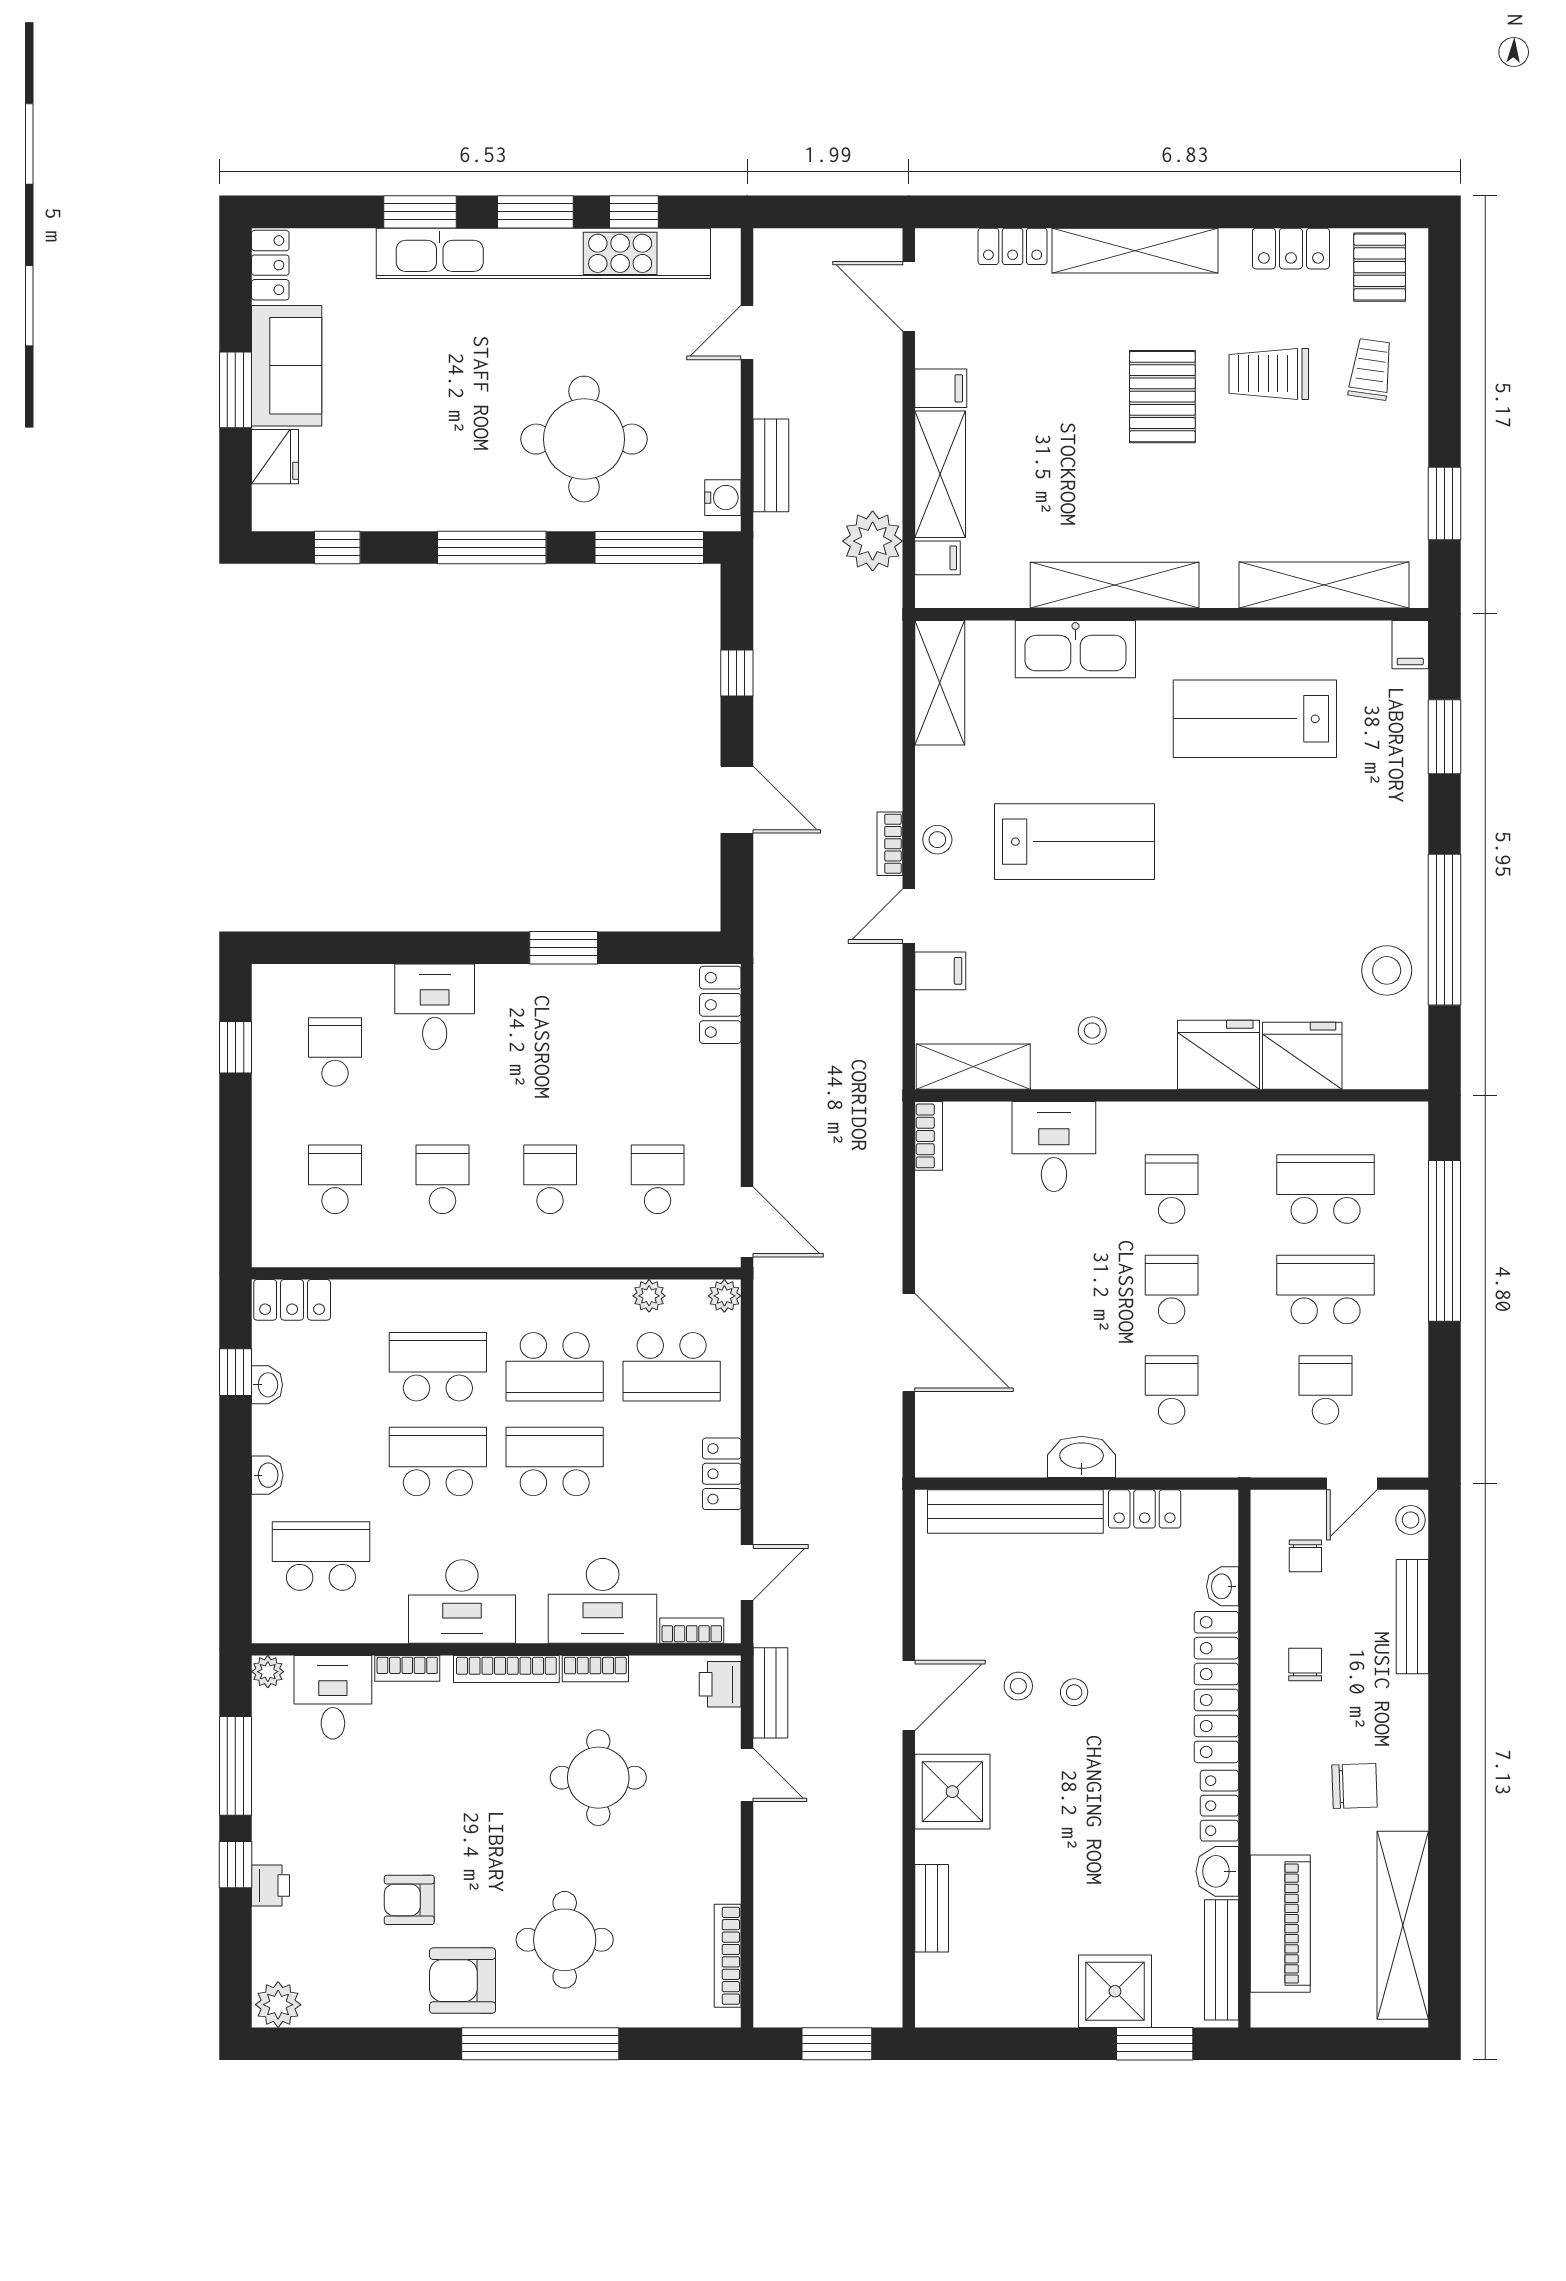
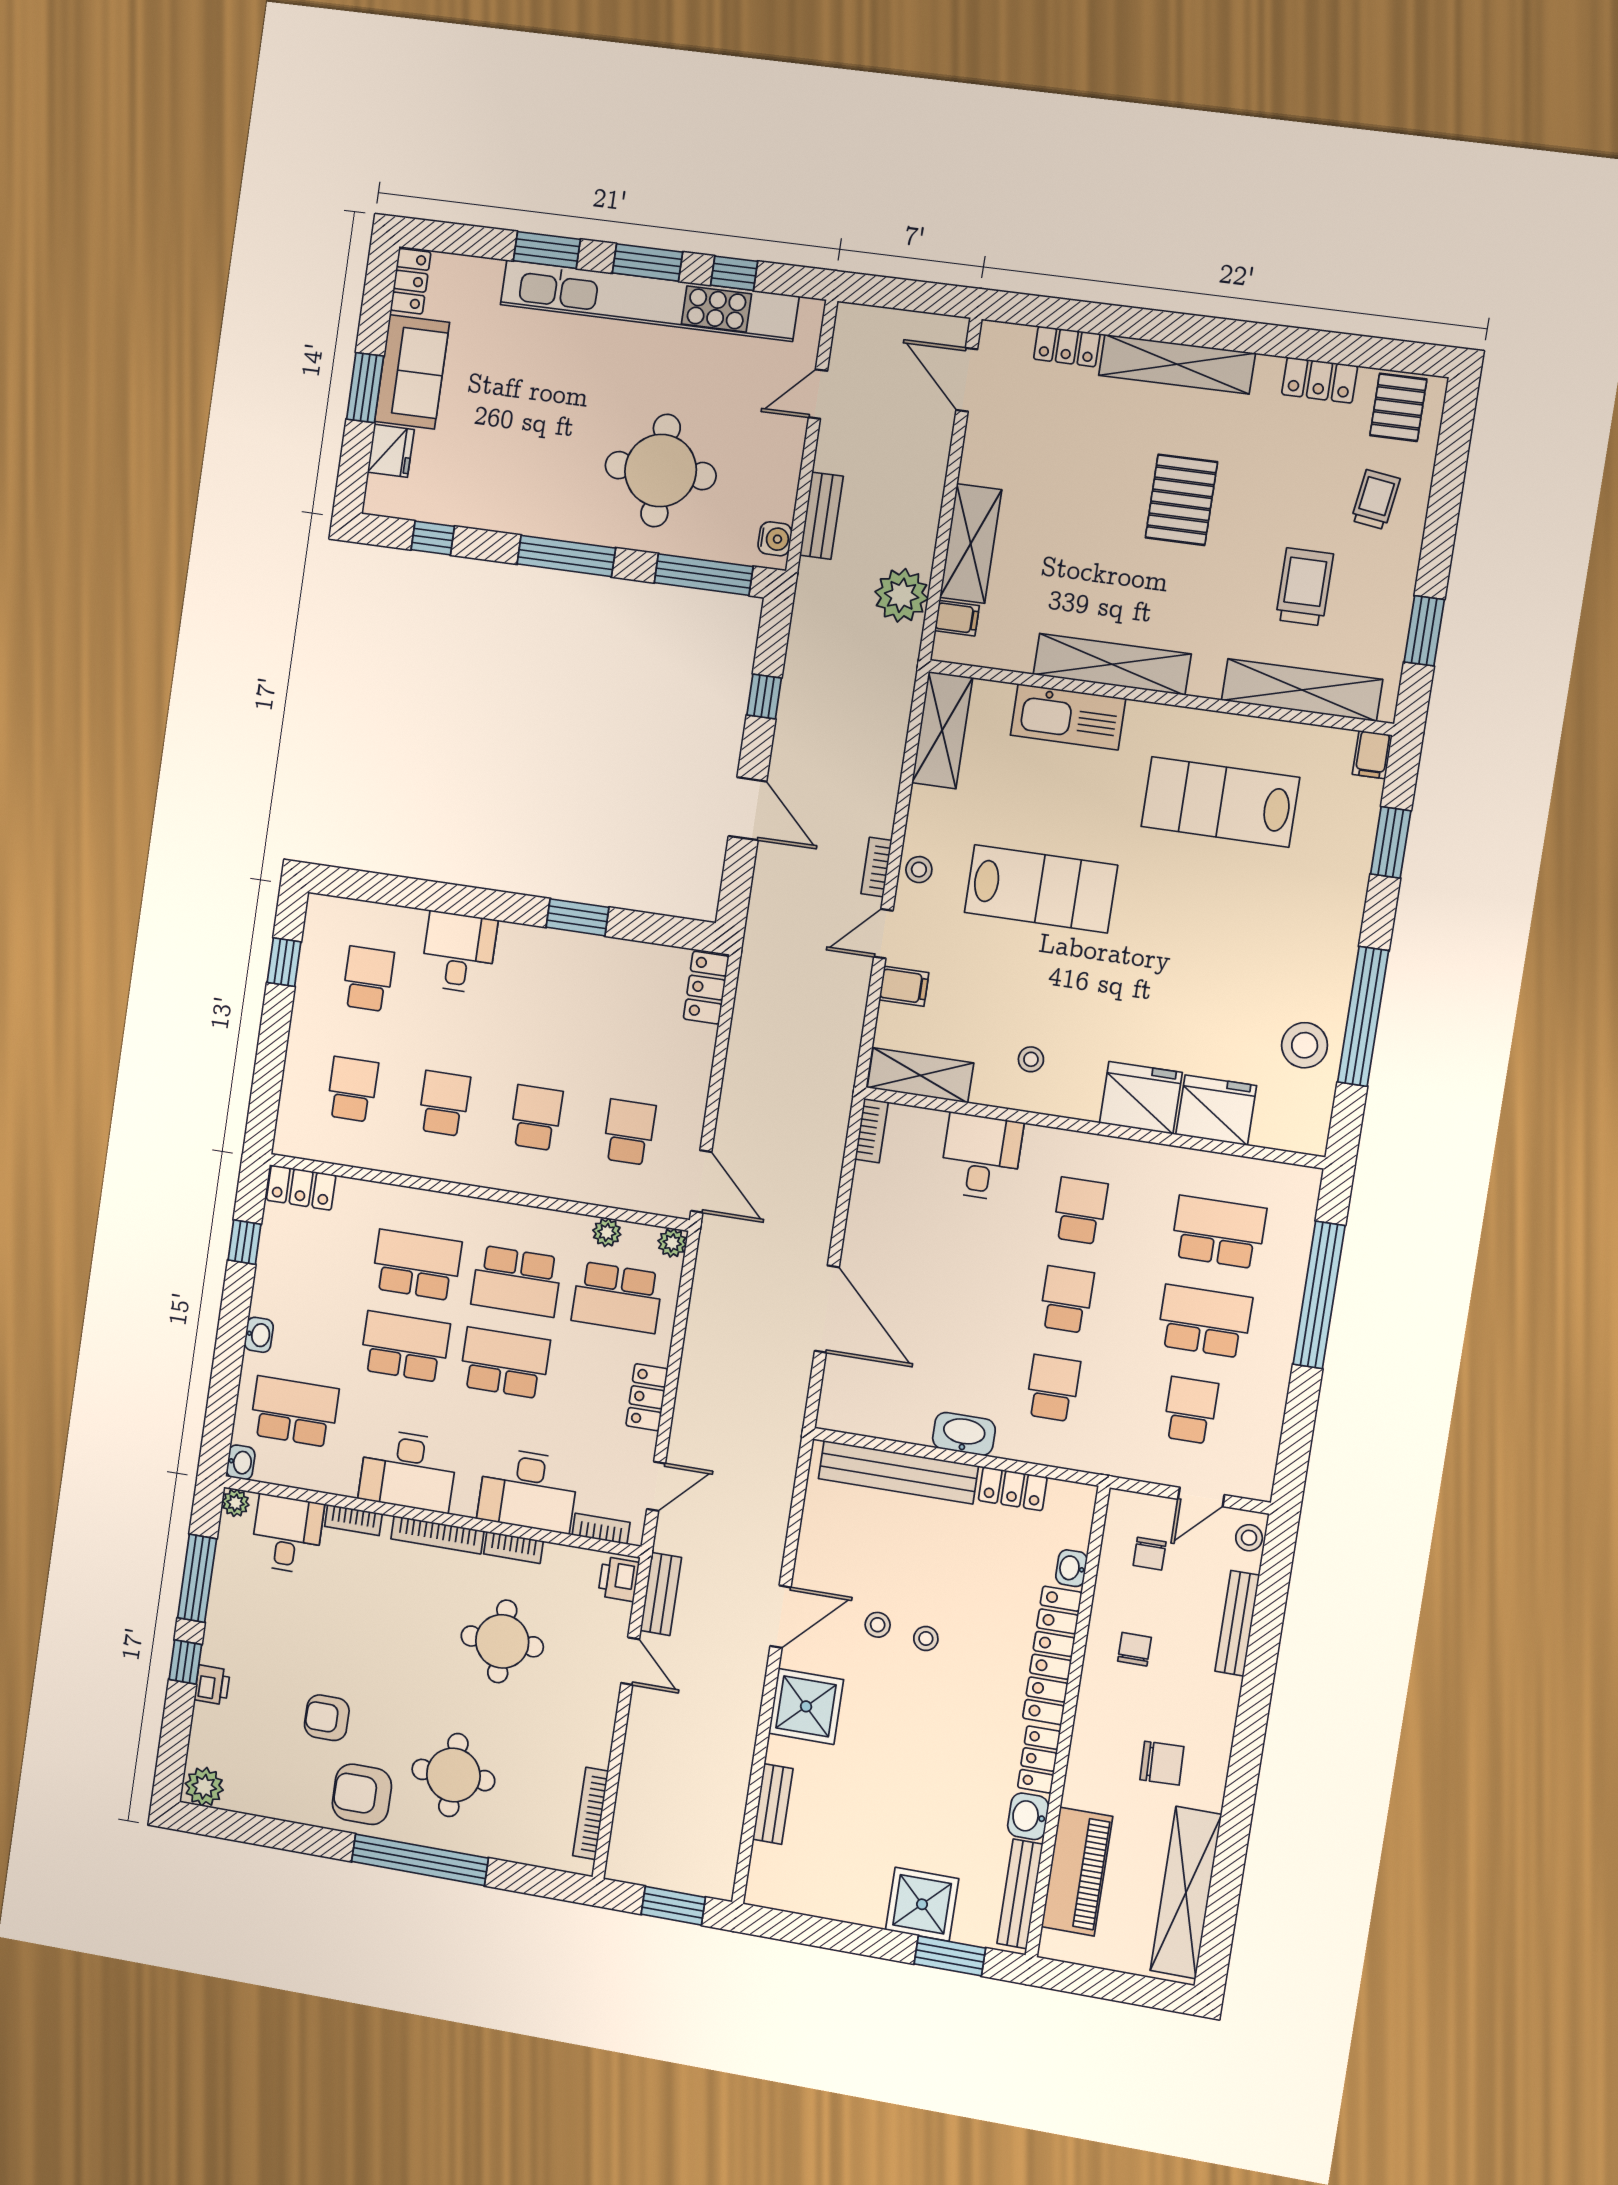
trolley: (1269, 374) -> (1304, 587), moved, turned 90
filing cabinet: (941, 388) -> (983, 466), removed
washbasin: (267, 1385) -> (241, 1462), moved

